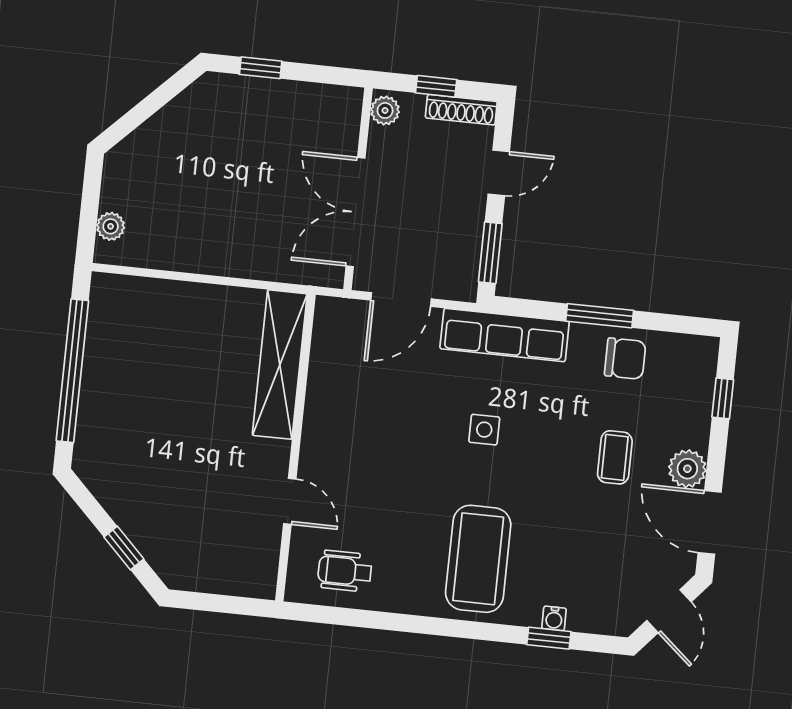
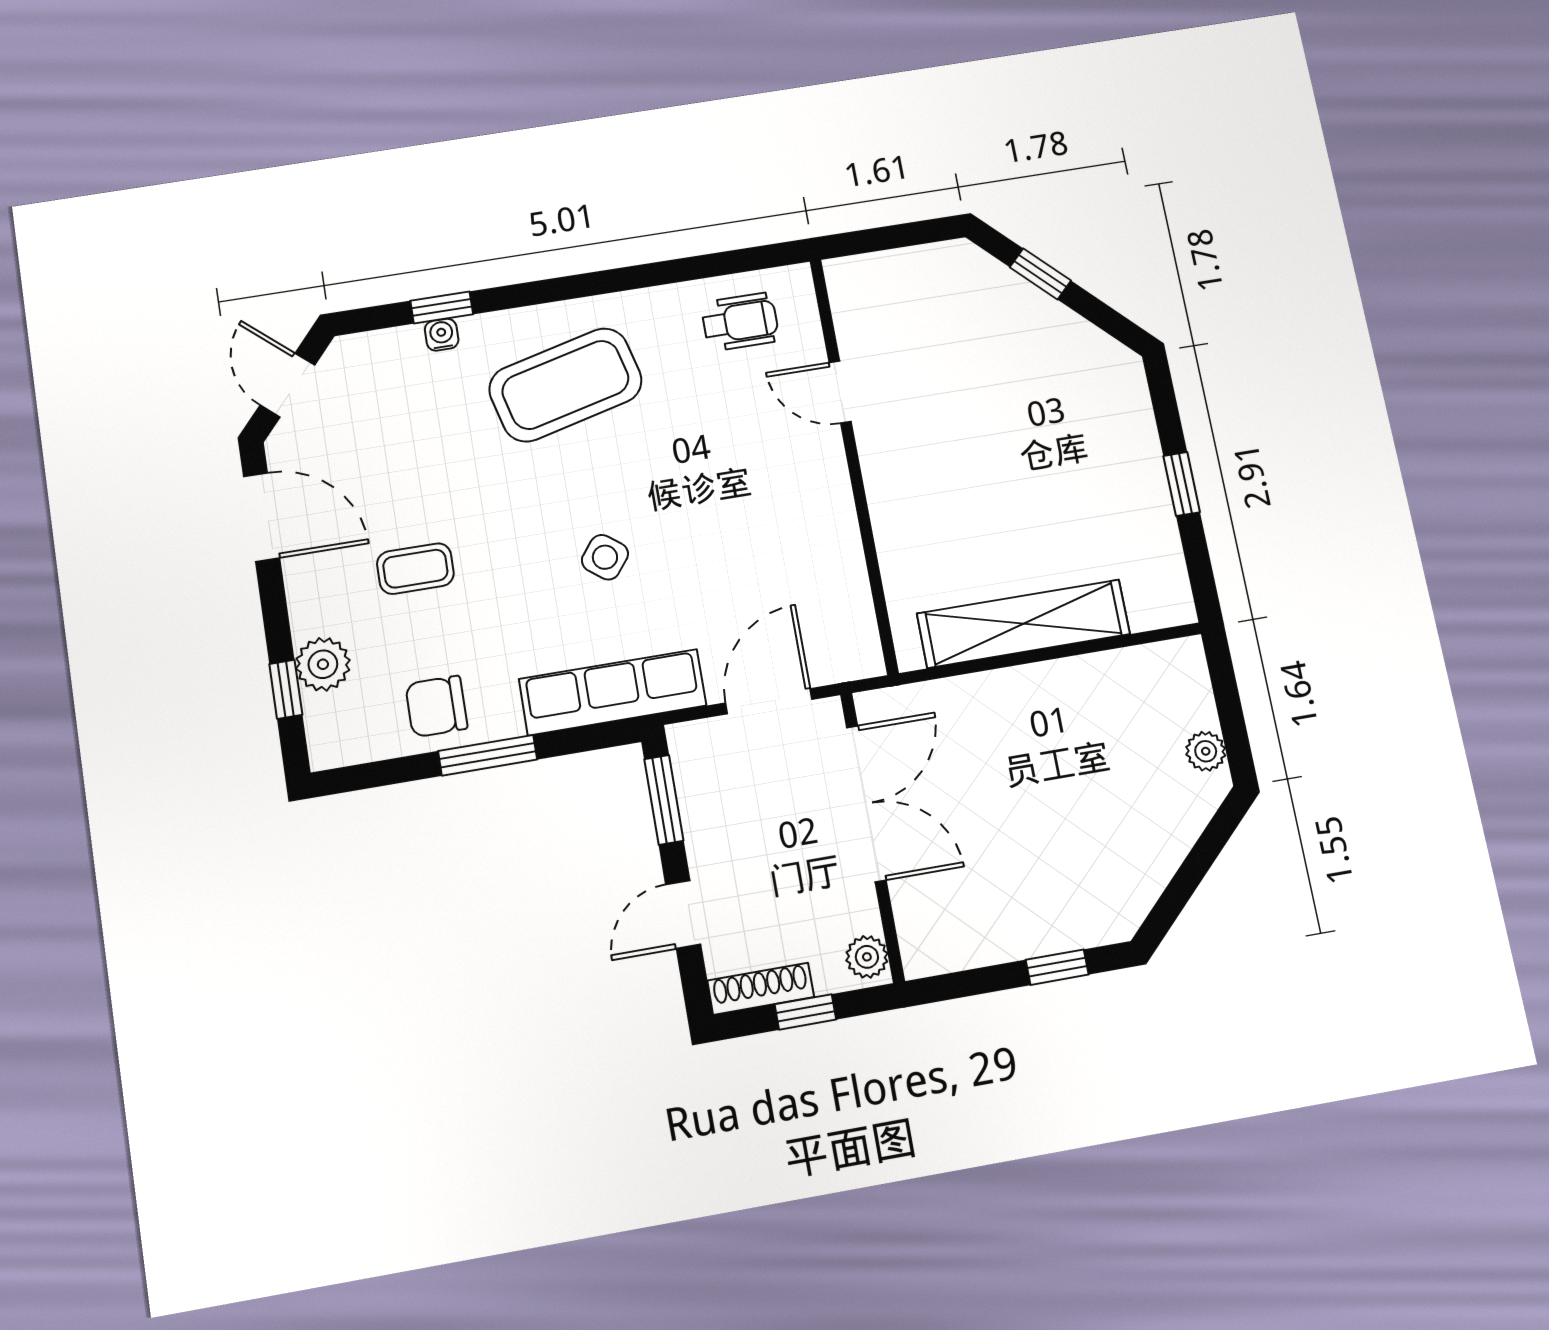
plant: (111, 226) -> (1206, 751), moved
shelving: (280, 365) -> (1024, 624), moved, turned 90
window: (72, 371) -> (1182, 484), width x0.32
side table: (484, 430) -> (605, 557), turned 38
coffee table: (615, 457) -> (415, 569), turned 90
plant: (687, 469) -> (323, 664), moved
coffee table: (478, 559) -> (566, 385), turned 76

